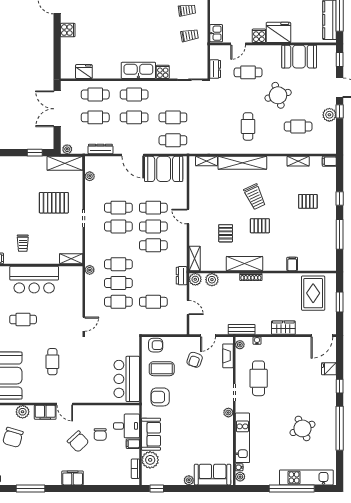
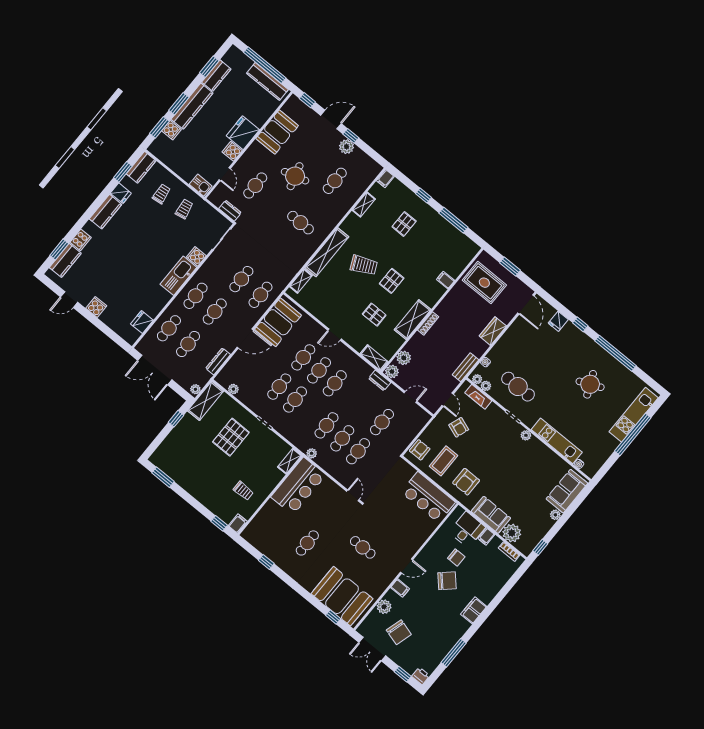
bar counter: (34, 280) -> (298, 486), moved
filing cabinet: (45, 412) -> (400, 588), width x0.50
plant: (240, 477) -> (486, 386), moved

